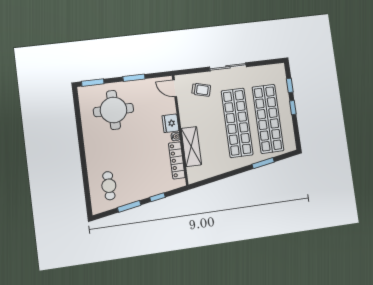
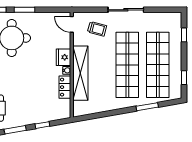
window: (134, 78) -> (24, 10), moved
window: (293, 108) -> (184, 78), moved
shelving: (191, 147) -> (80, 73), width x1.47
locker: (177, 160) -> (65, 87), width x0.66

